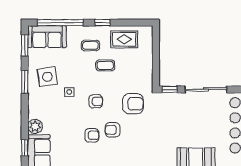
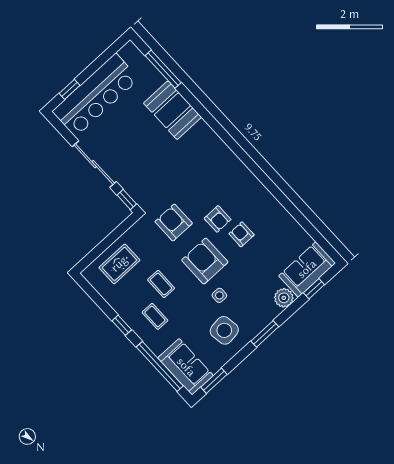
rug: (124, 39) -> (119, 264), moved, turned 90
window: (25, 82) -> (265, 334), moved
armchair: (96, 101) -> (205, 261), width x1.88, depth x1.88

